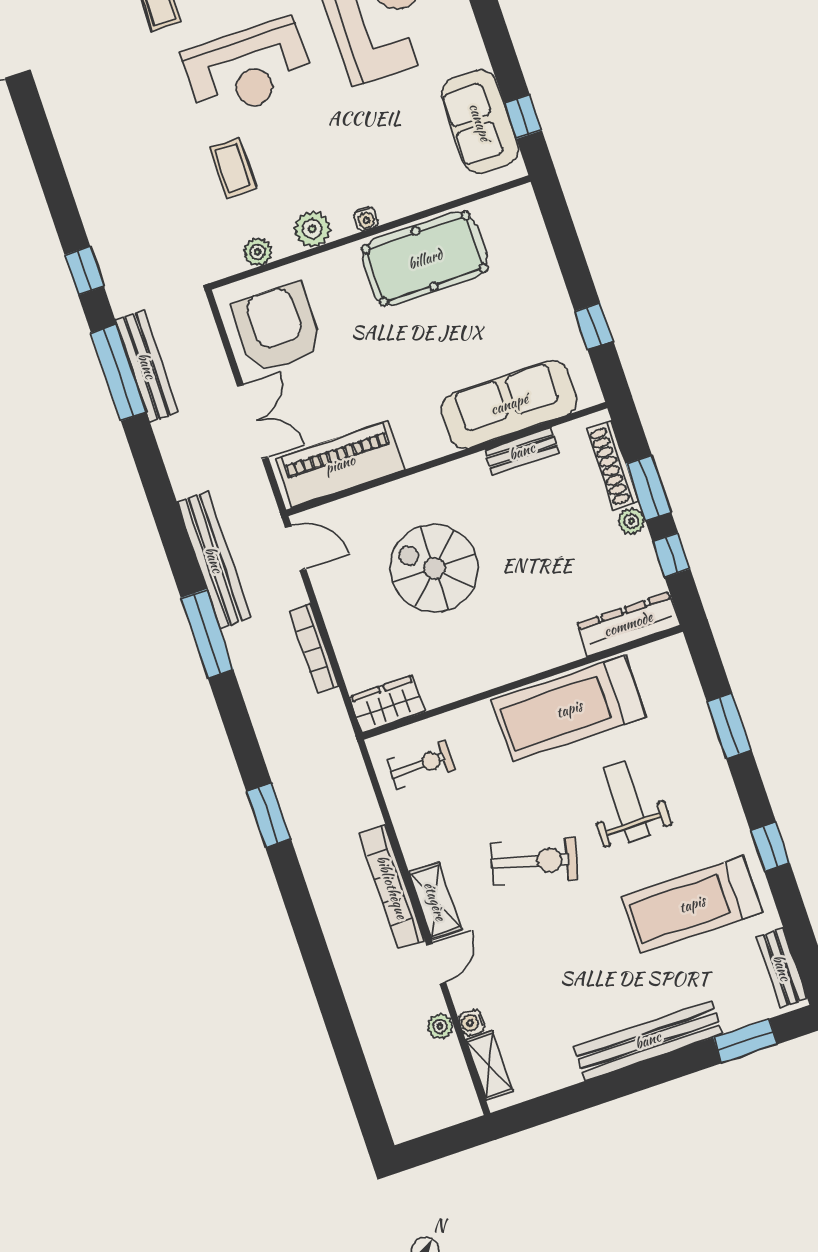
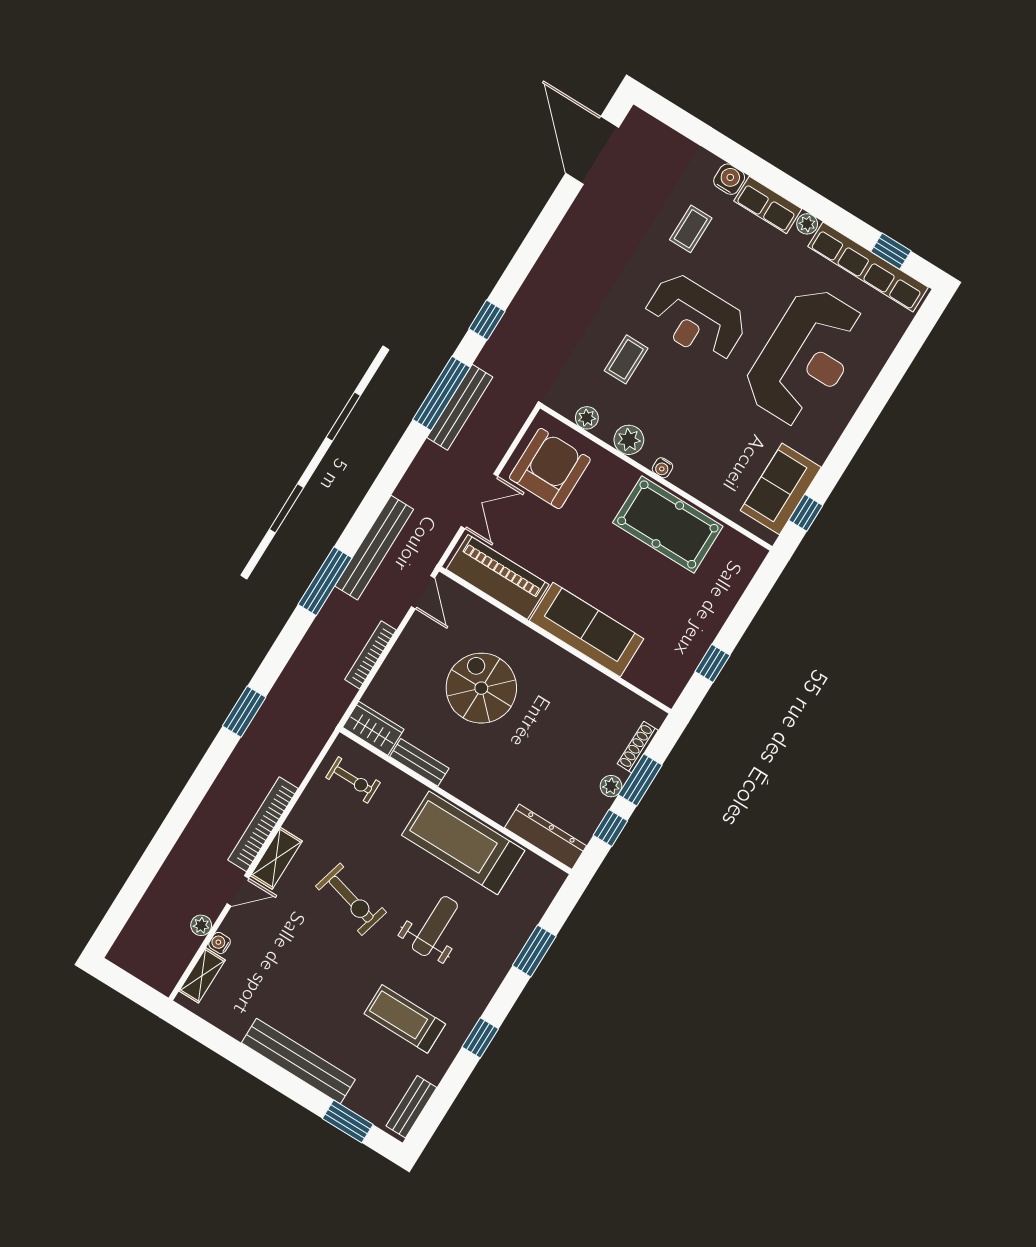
sofa: (509, 404) -> (587, 630), moved
bench: (522, 451) -> (419, 762), moved
shoe rack: (613, 465) -> (638, 747), width x0.74, depth x0.81
treadmill: (692, 904) -> (405, 1019), width x0.73, depth x0.73

